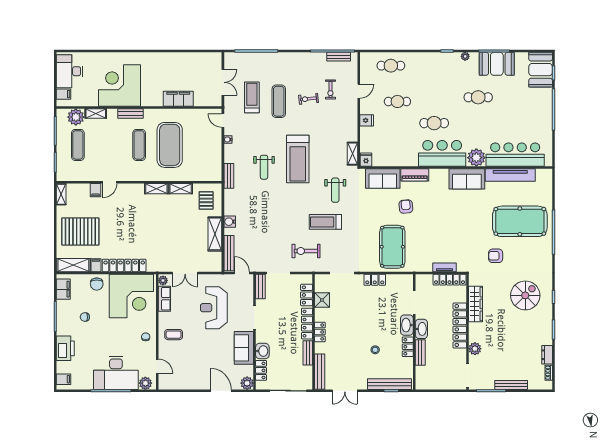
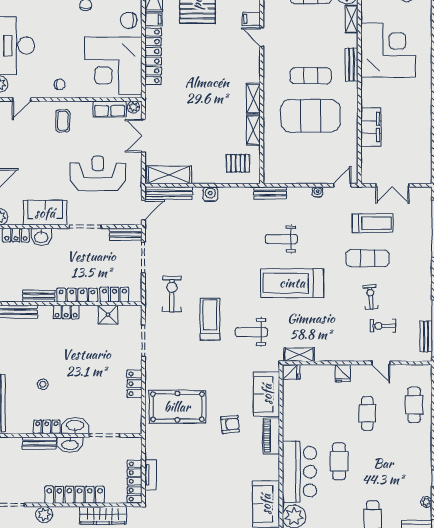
shelving: (215, 234) -> (169, 175), moved

